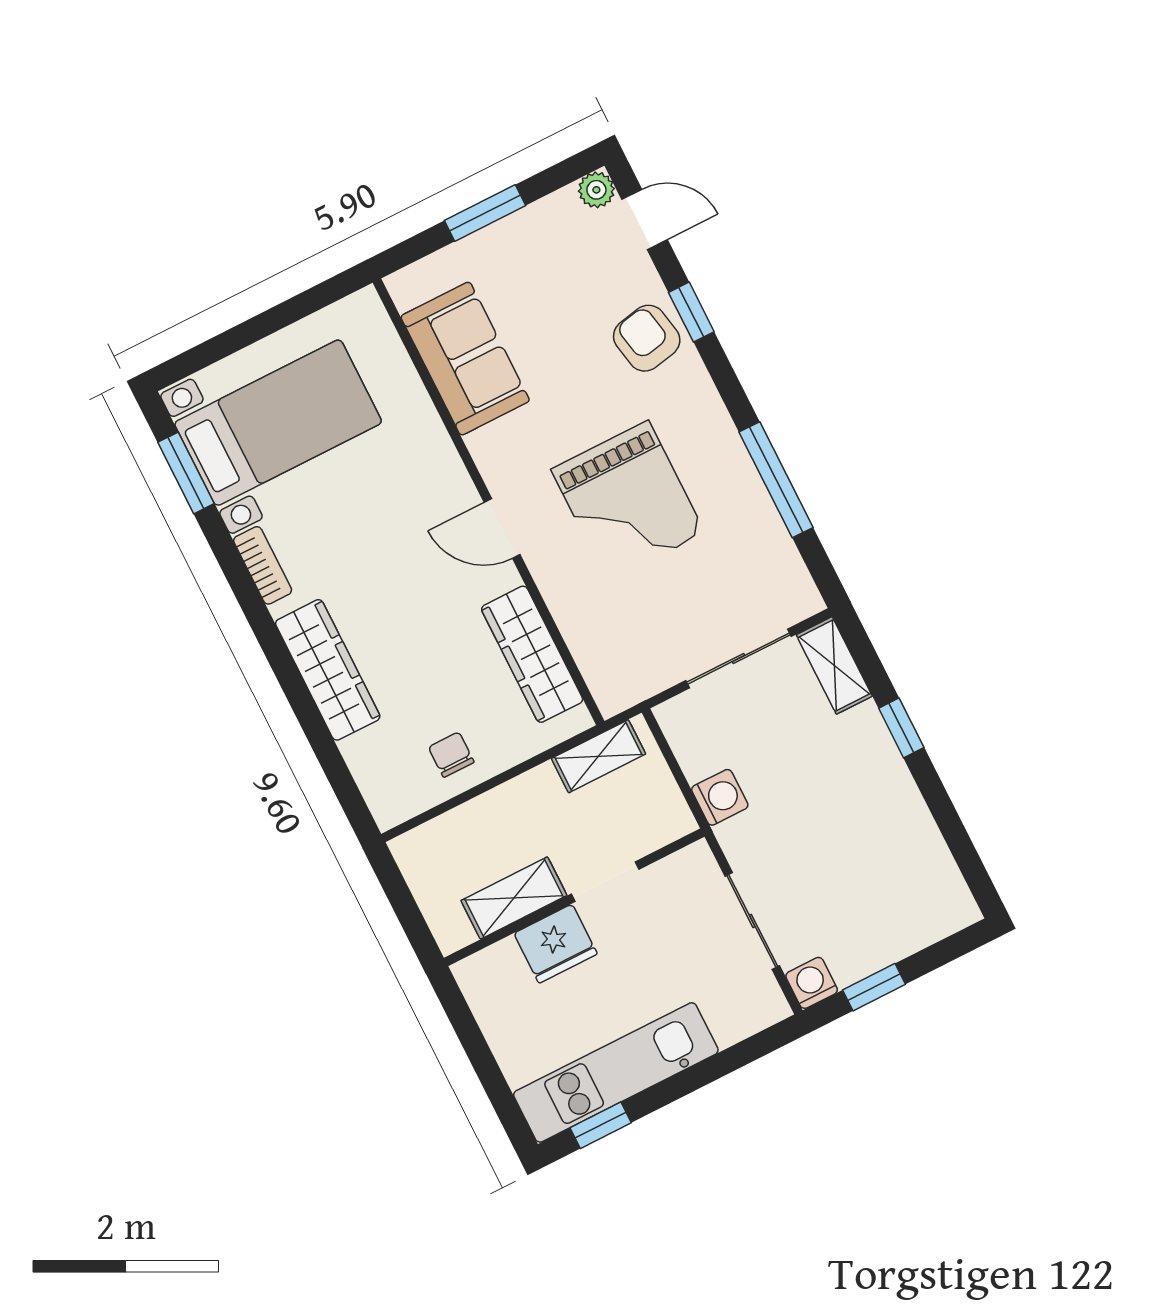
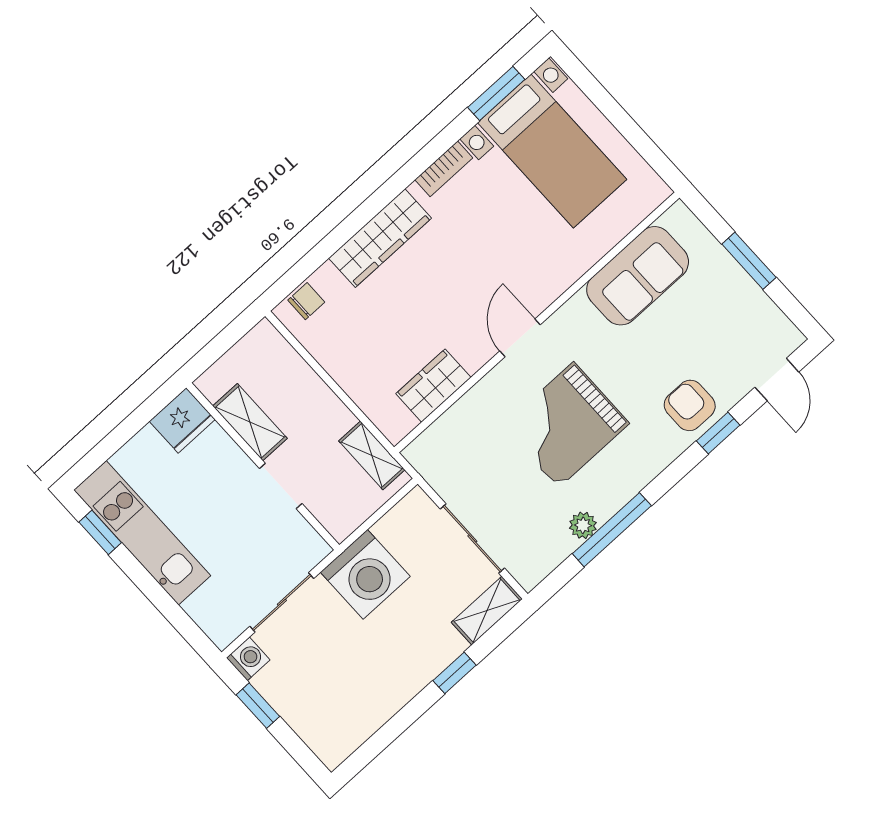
plant: (596, 190) -> (583, 525), moved
armchair: (647, 338) -> (690, 405), turned -79
wardrobe: (532, 654) -> (433, 386), width x0.67
chair: (451, 755) -> (306, 301), moved
washing machine: (720, 797) -> (365, 574), width x1.89, depth x1.89
fridge: (556, 944) -> (182, 420), moved, turned -90

